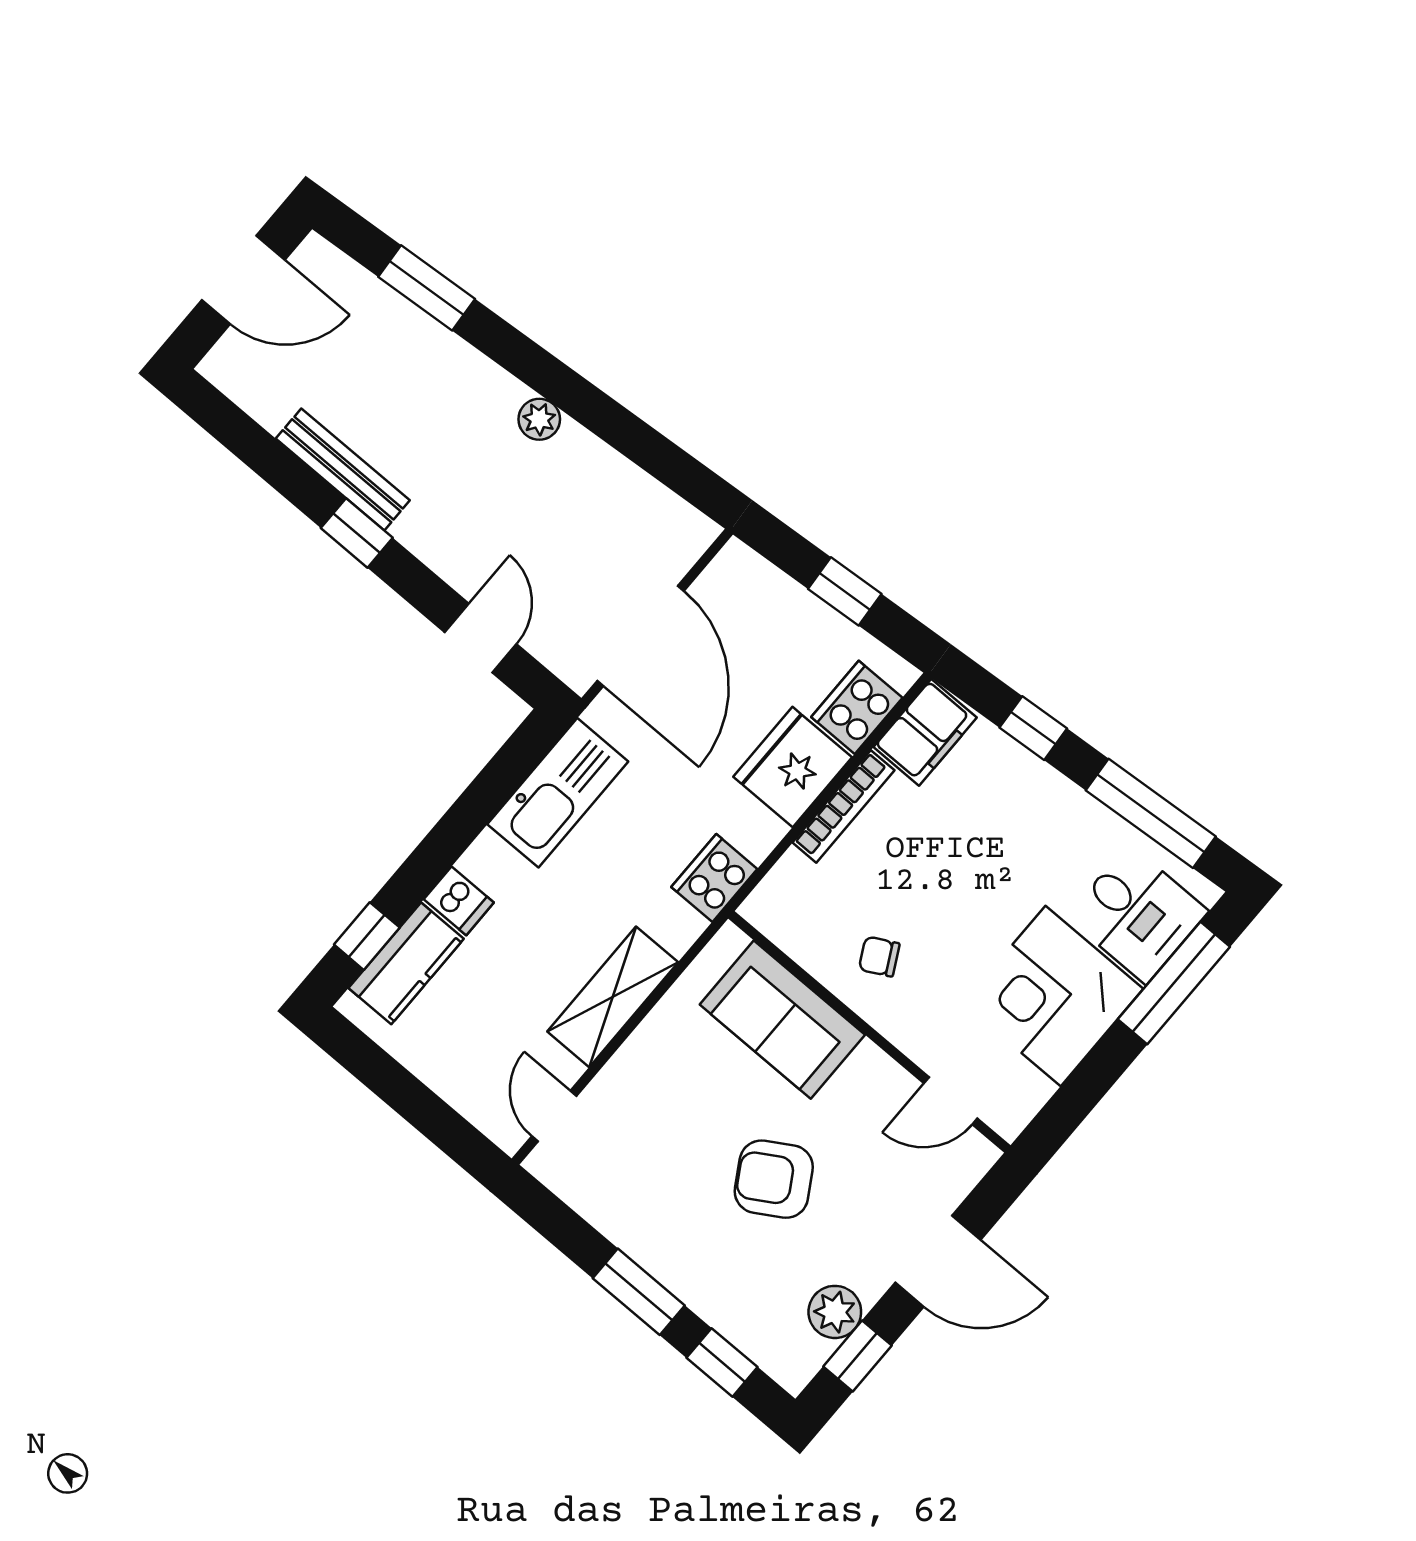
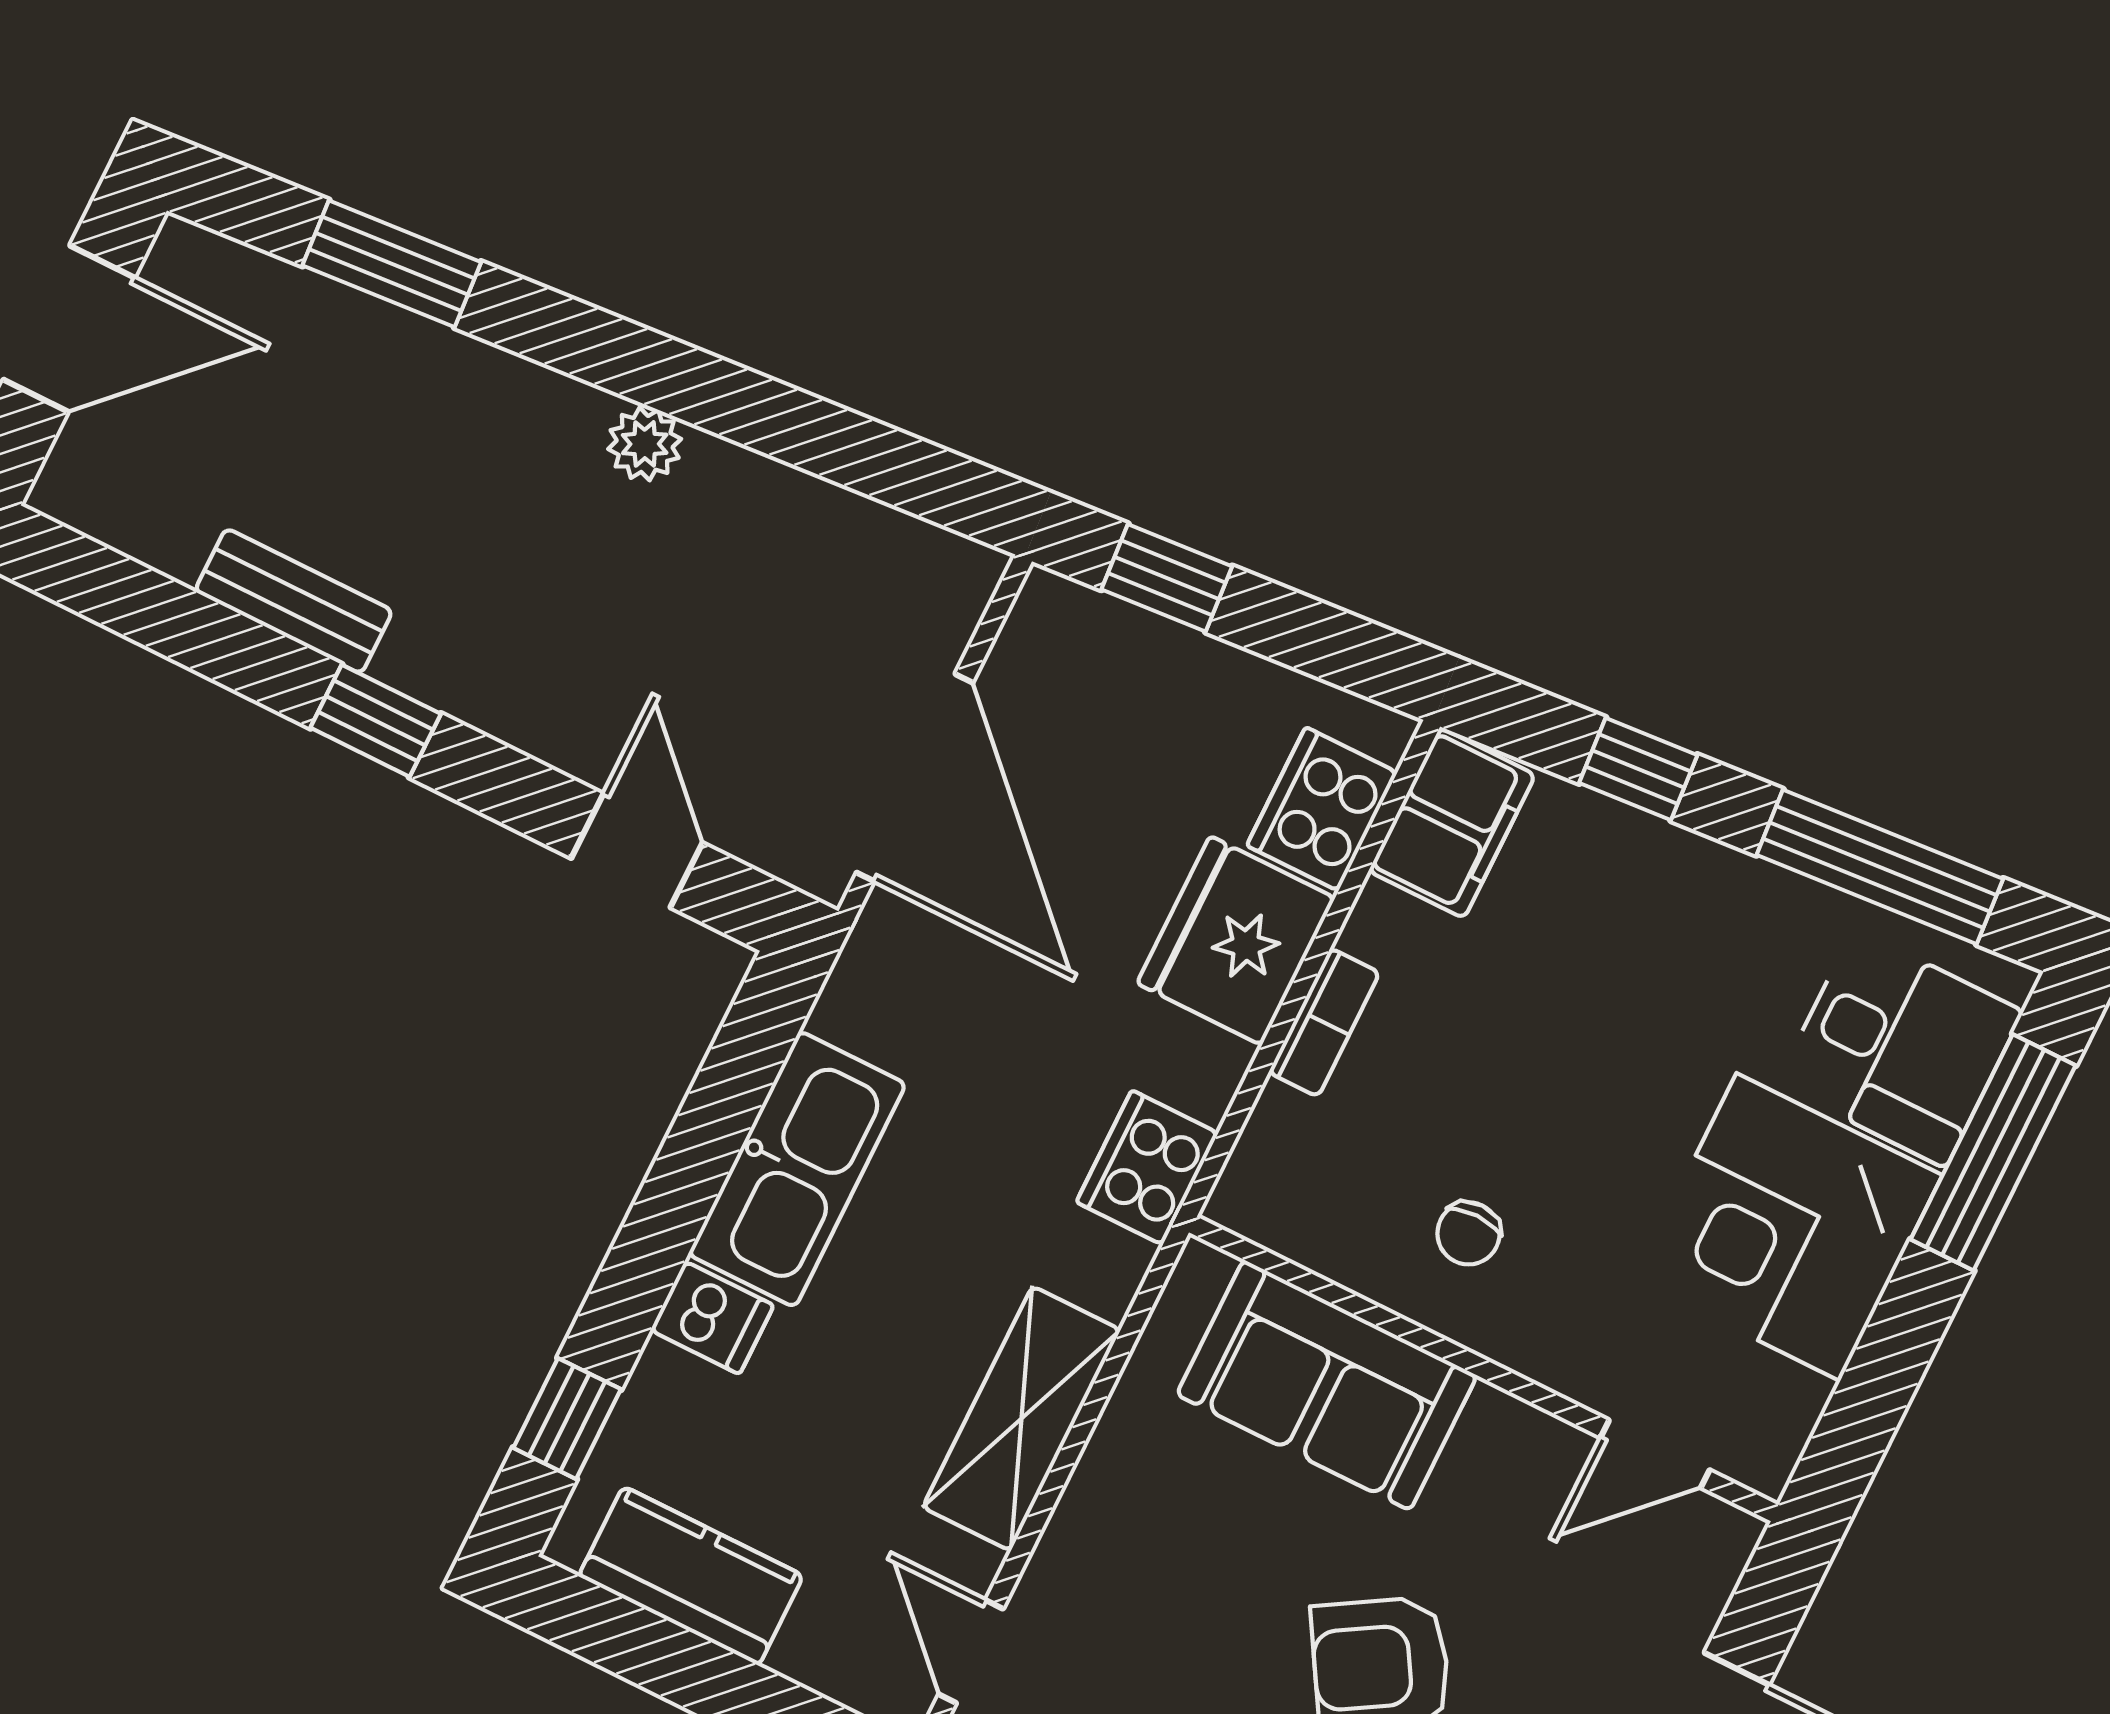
bench: (343, 469) -> (294, 601), width x0.73
window: (845, 591) -> (1167, 578), moved
kitchen sink: (558, 793) -> (797, 1169), moved
bookcase: (844, 806) -> (1324, 1022), width x0.64
chair: (879, 957) -> (1469, 1233), turned -62
kitchen counter: (406, 963) -> (691, 1576), moved, turned -90

